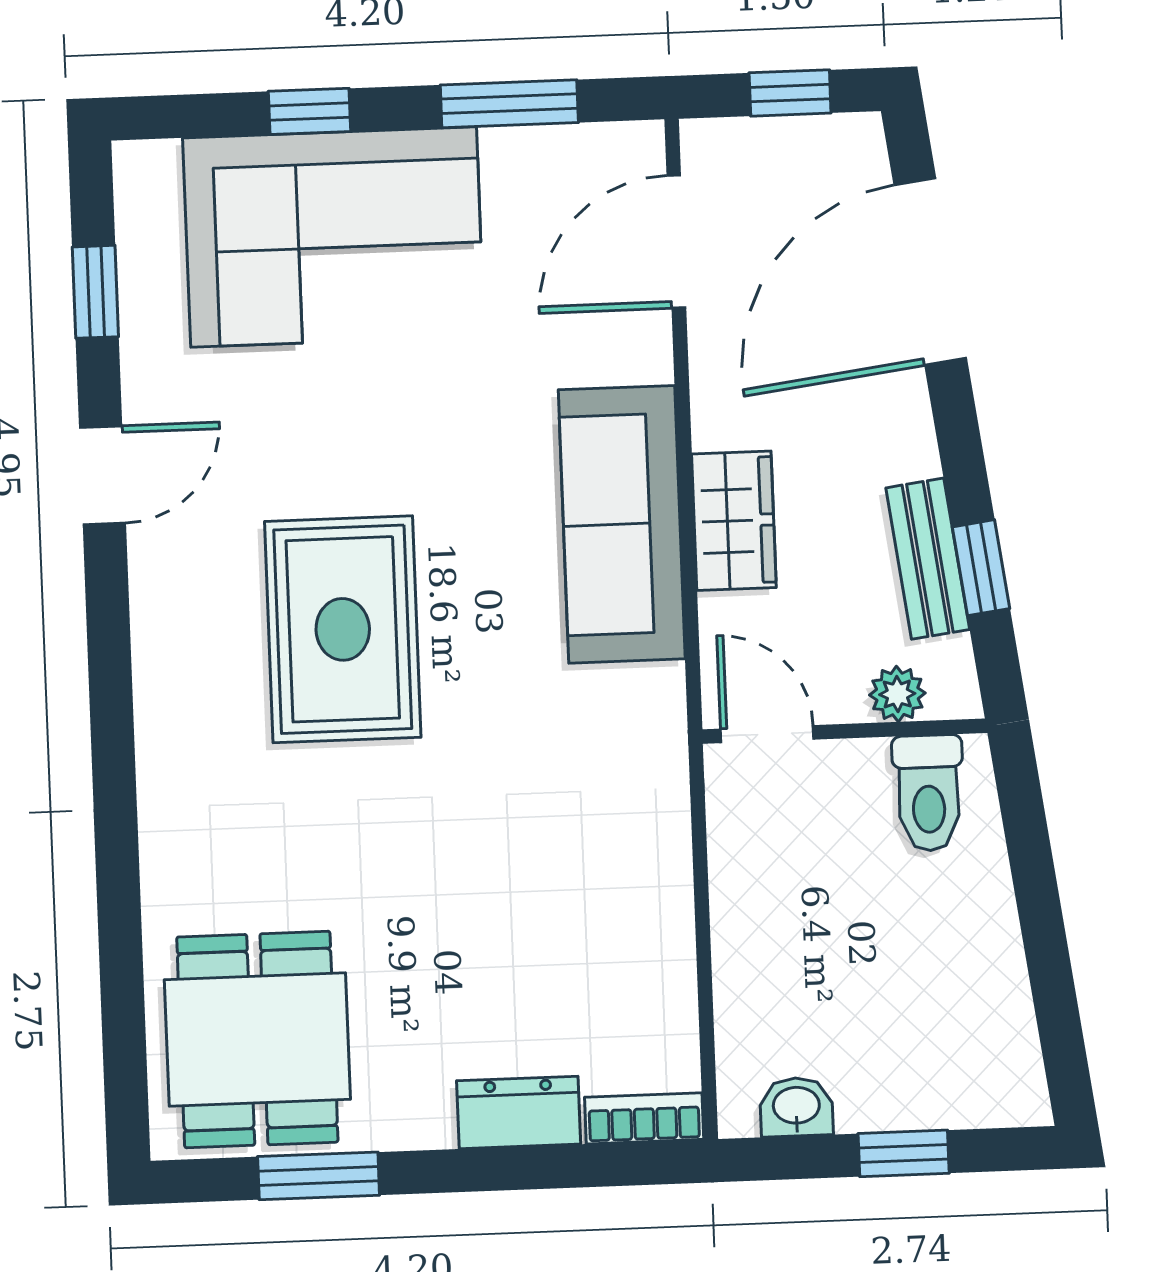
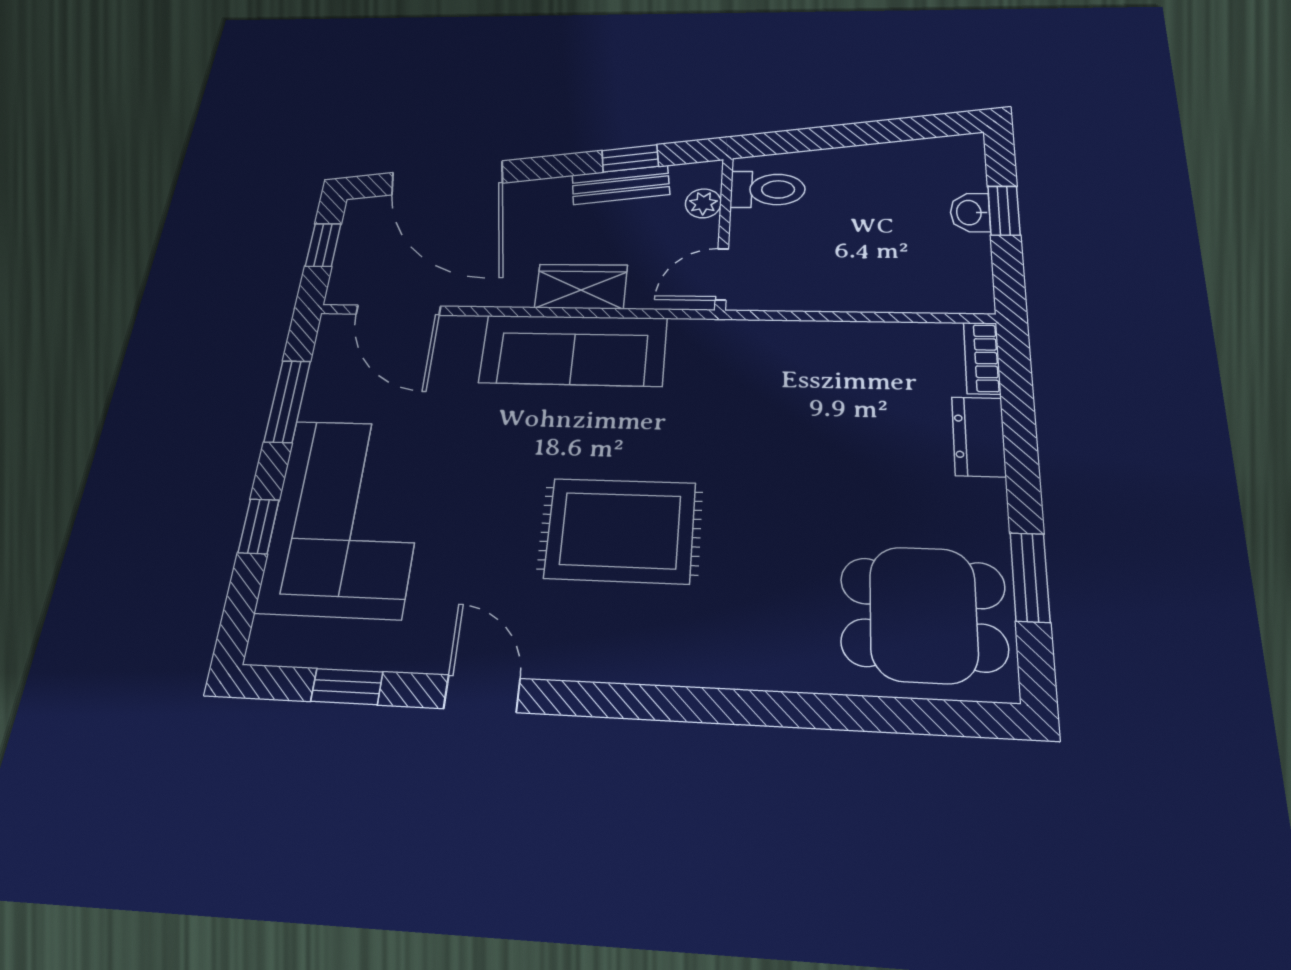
washbasin: (796, 1107) -> (970, 213), moved

